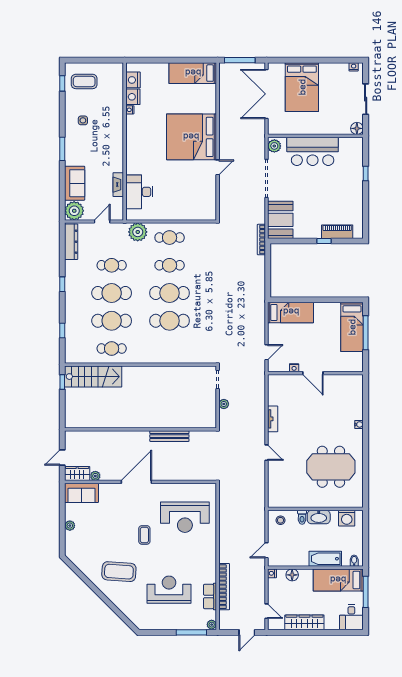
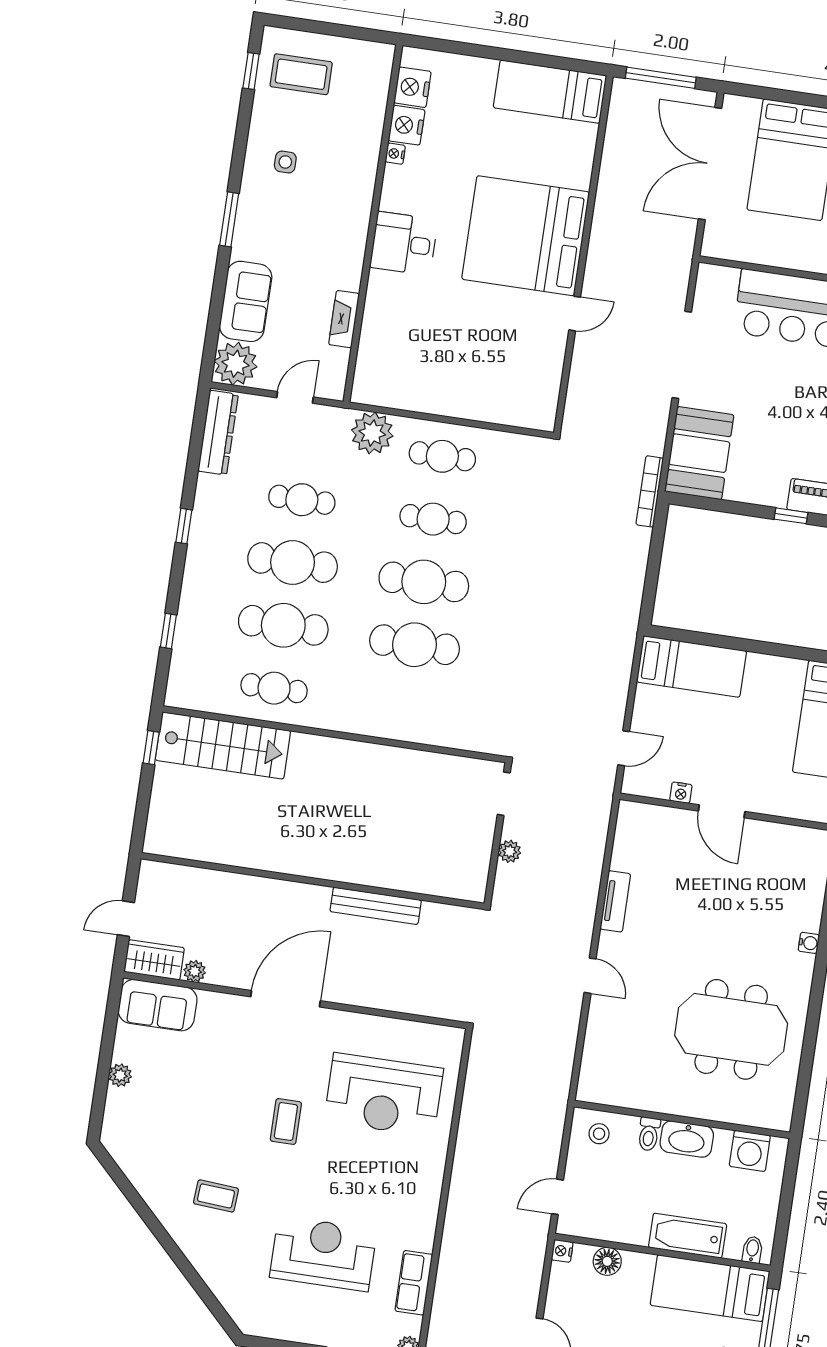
plant: (274, 146) -> (710, 284), removed
desk: (139, 192) -> (404, 244), moved, width x0.73
coffee table: (119, 572) -> (216, 1196), width x0.54, depth x0.58
bookcase: (224, 587) -> (449, 1265), removed

